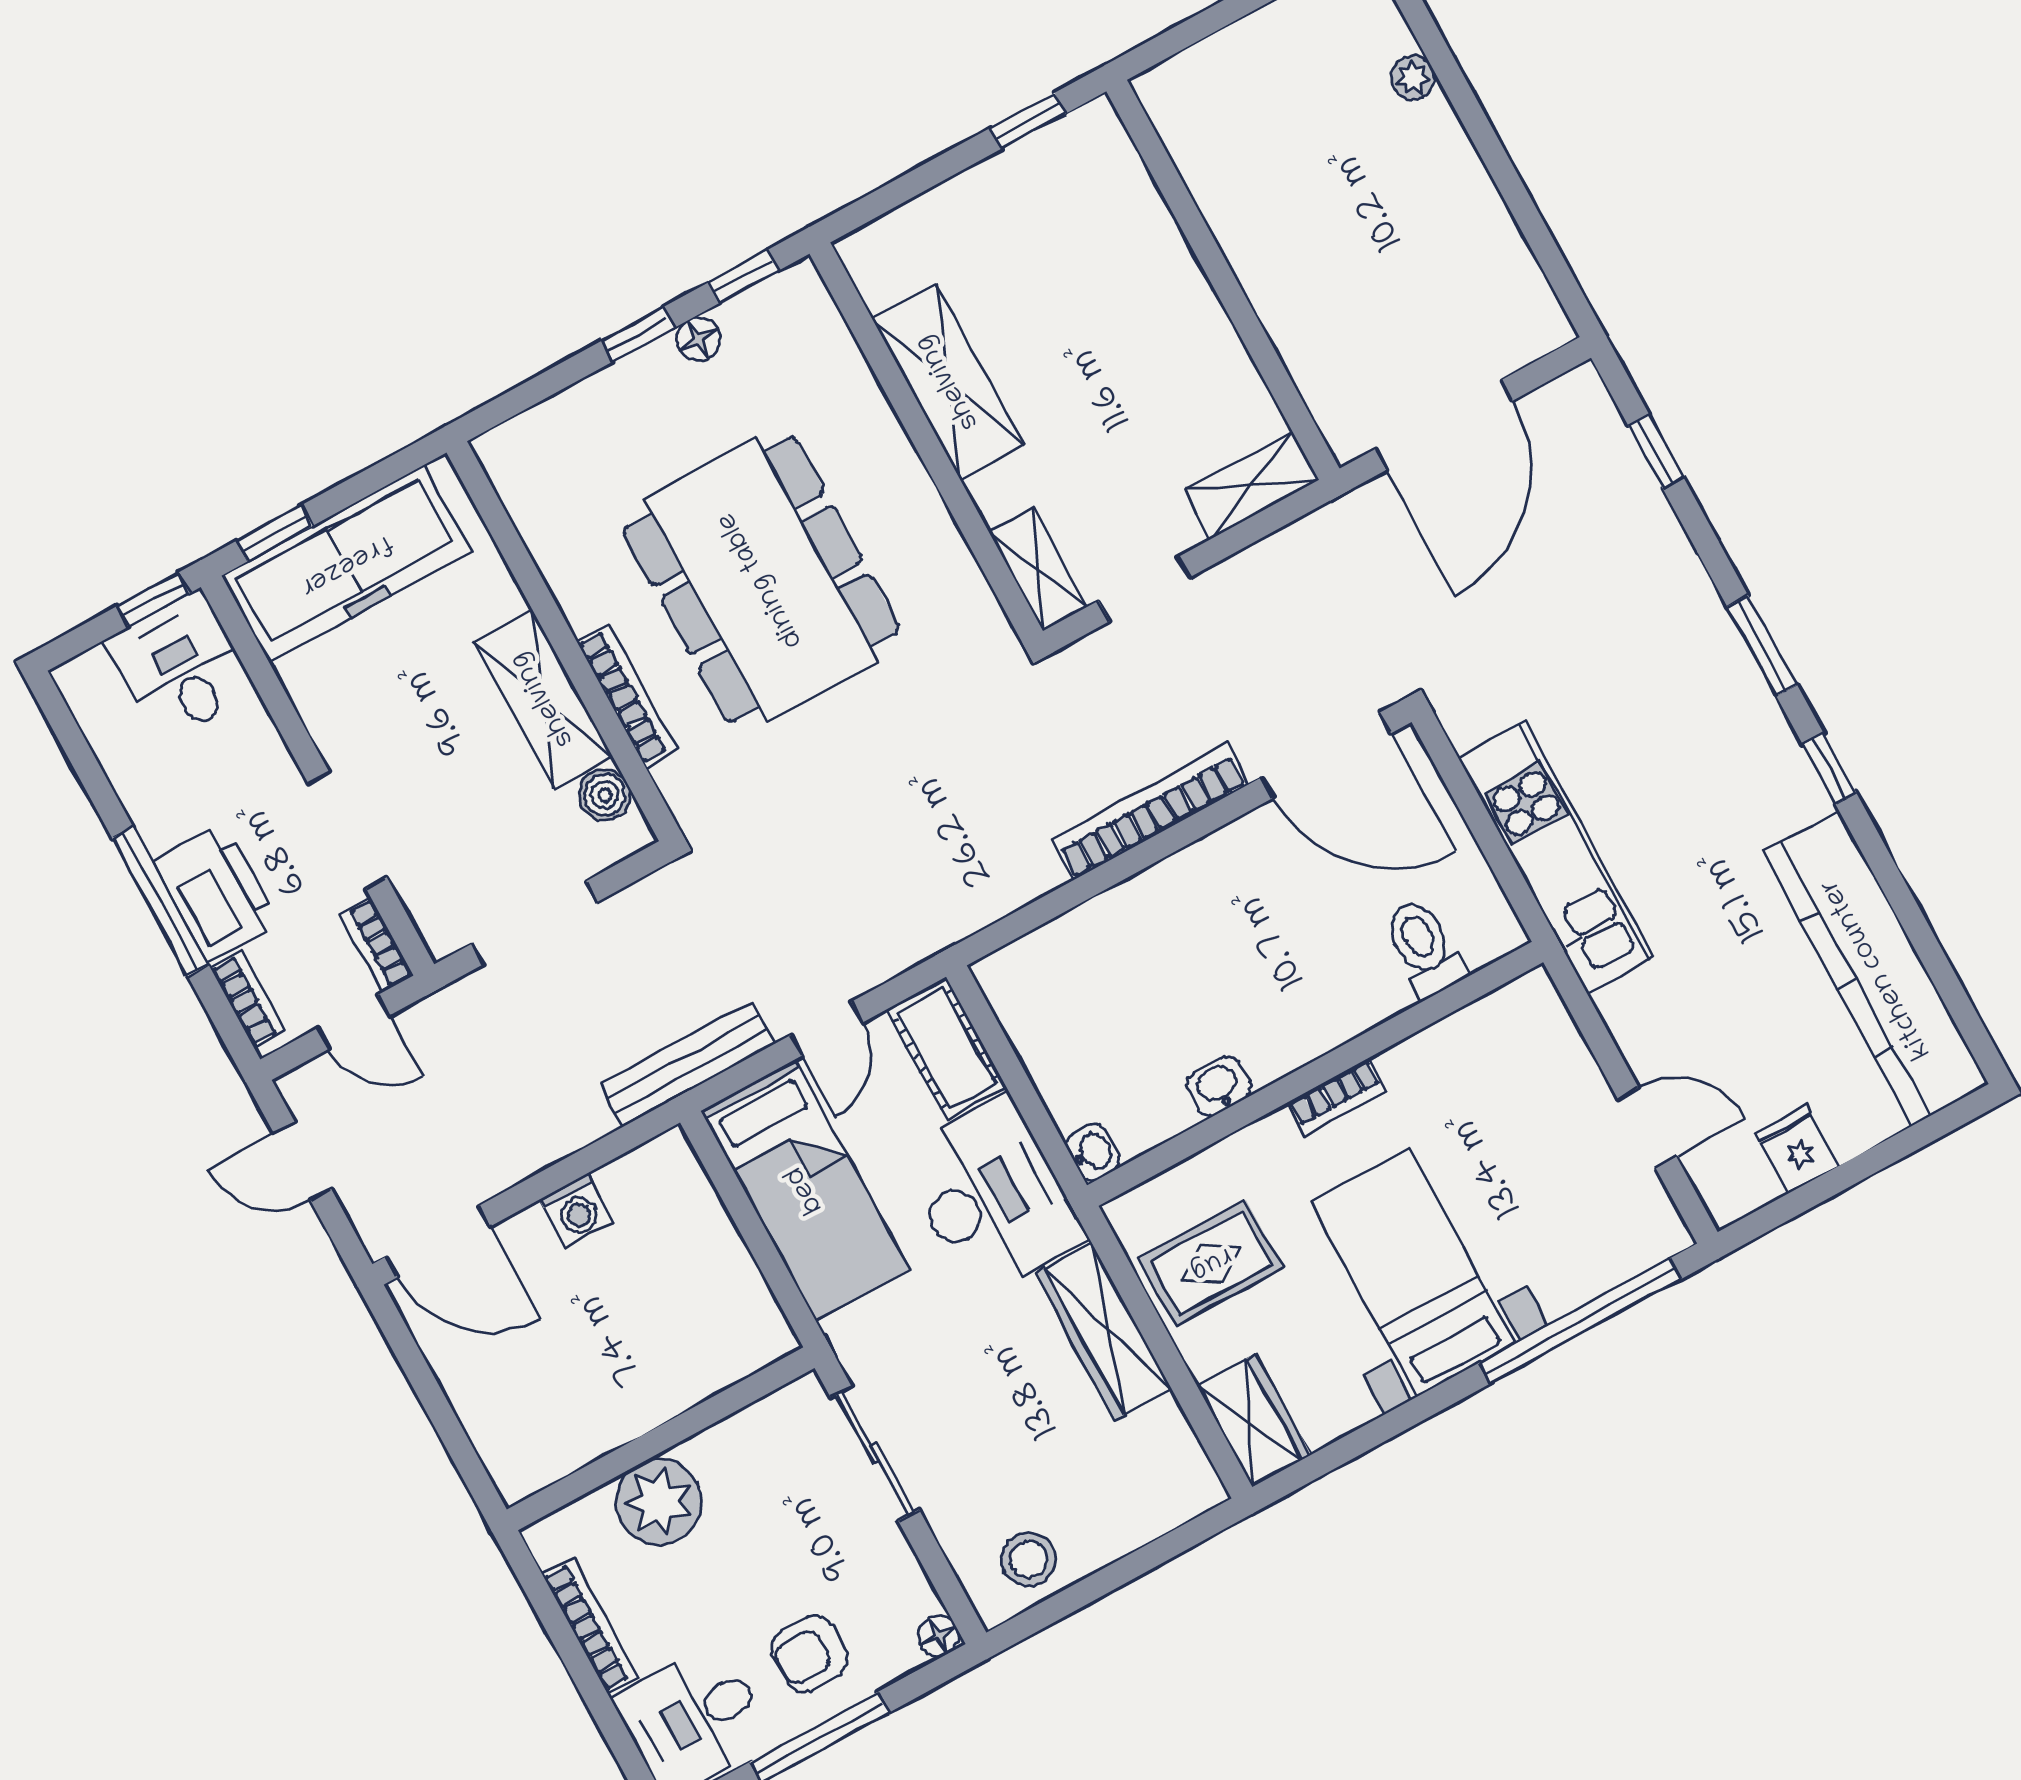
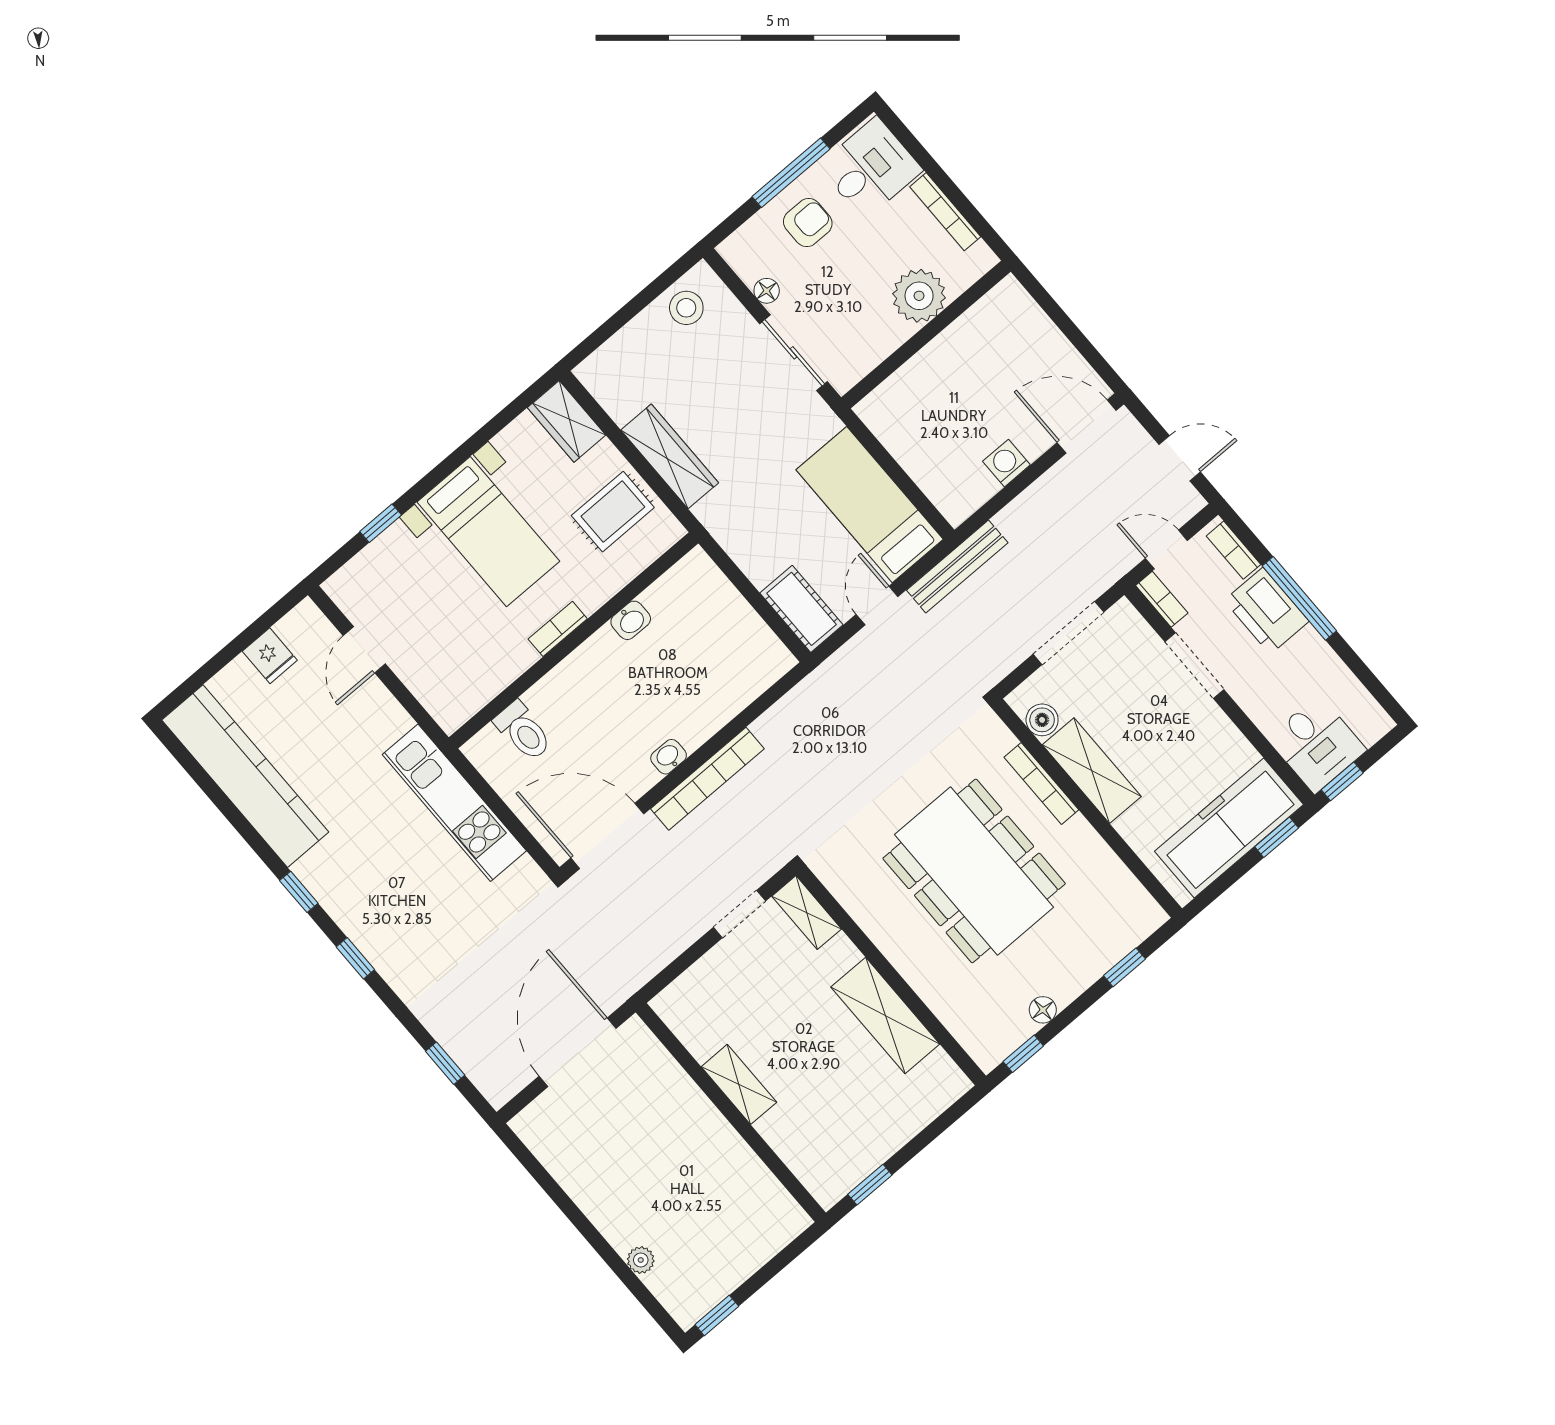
window: (638, 334) -> (1124, 967), moved
shelving: (1252, 485) -> (739, 1084), moved, turned 90
window: (1762, 646) -> (355, 958), width x0.67
door: (1647, 1128) -> (364, 650), hinge flipped
washbasin: (1093, 1152) -> (669, 757), moved, turned 90
desk: (991, 1197) -> (755, 524), removed
window: (1580, 1321) -> (381, 523), width x0.32
floor lamp: (938, 1636) -> (767, 291), moved

